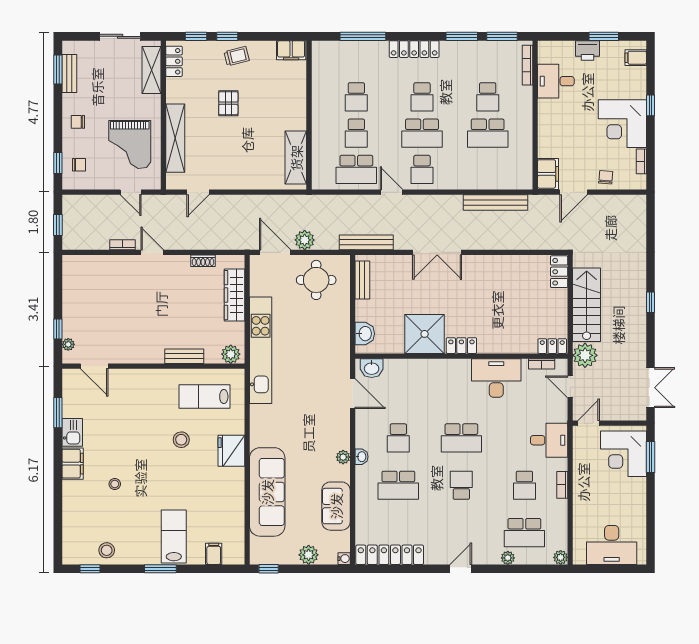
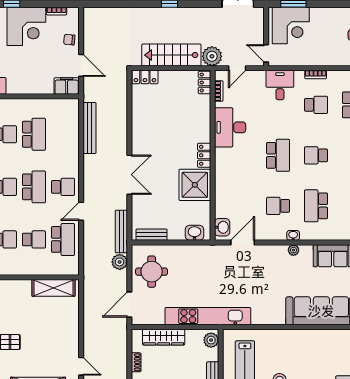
plant: (305, 240) -> (120, 262), moved
school desk: (398, 438) -> (278, 206), turned 180
fridge: (231, 451) -> (288, 340), removed
school desk: (398, 485) -> (316, 206), turned 180

